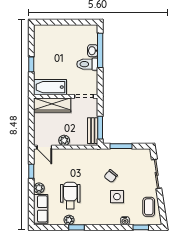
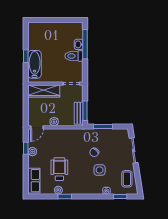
bathtub: (50, 87) -> (35, 64), moved, turned 90
door: (44, 147) -> (37, 127), hinge flipped
plant: (39, 188) -> (32, 152), moved

